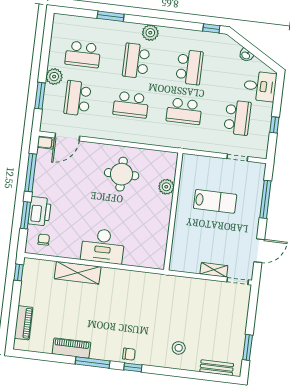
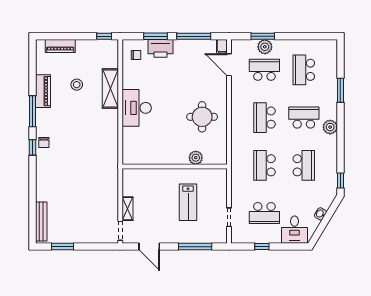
school desk: (189, 67) -> (304, 165), turned -90
plant: (54, 77) -> (265, 47), moved
stool: (179, 348) -> (77, 85), moved
bench: (217, 368) -> (41, 221), width x1.36

